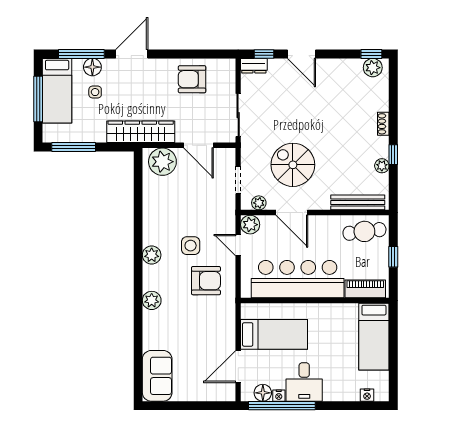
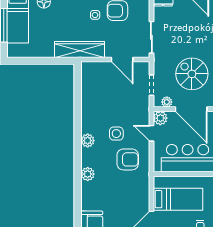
side table: (95, 92) -> (95, 15), moved
window: (74, 147) -> (30, 61), removed
plant: (162, 162) -> (96, 72), removed
door: (292, 213) -> (191, 109), width x1.36

